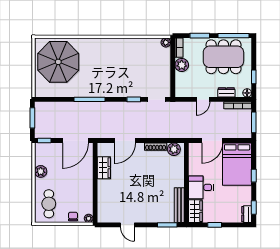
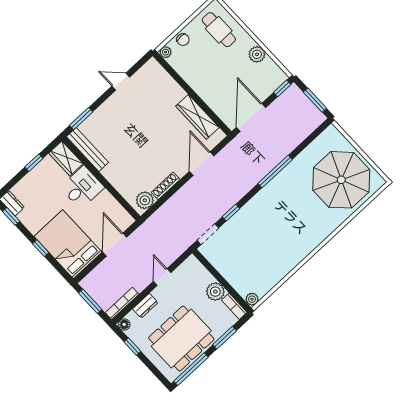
wardrobe: (104, 168) -> (197, 117), width x1.50

